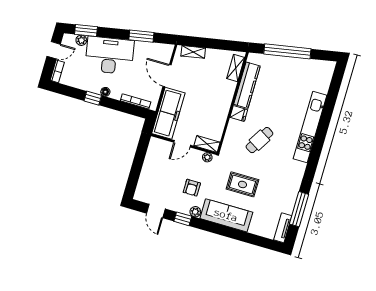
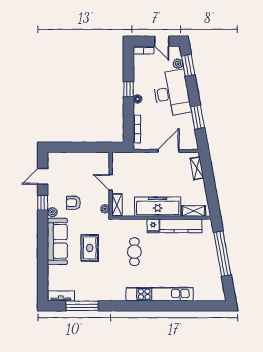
freezer: (168, 113) -> (158, 207), moved, turned 180
cafe table: (259, 140) -> (134, 252), turned 59

